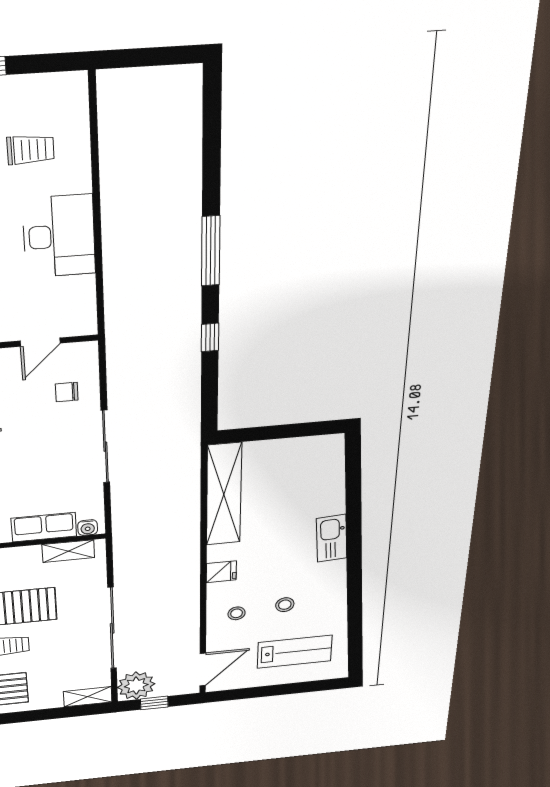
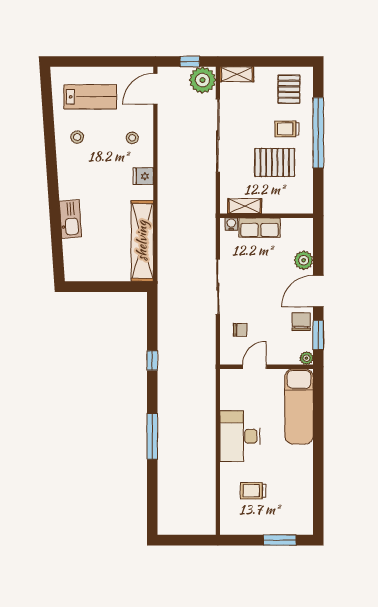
window: (211, 251) -> (152, 436), moved
kitchen sink: (332, 538) -> (70, 219), moved
stool: (285, 605) -> (77, 137), moved
lab bench: (295, 652) -> (90, 97), turned 180

